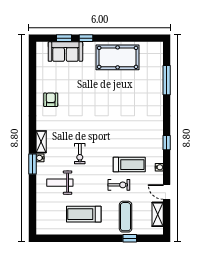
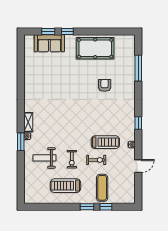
armchair: (51, 100) -> (105, 85), moved
exercise bike: (80, 154) -> (72, 159), moved
door: (167, 192) -> (138, 166), swing flipped
shelving: (158, 214) -> (130, 186), removed
window: (108, 238) -> (87, 207), added

